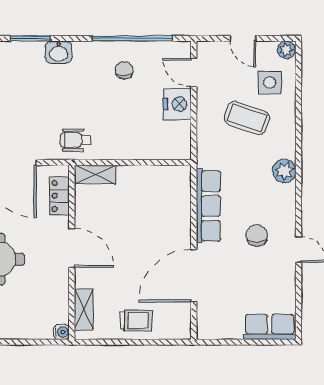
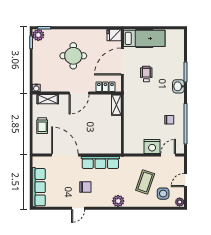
wheelchair: (75, 140) -> (146, 74), moved
row of seats: (270, 327) -> (39, 187), width x1.48

